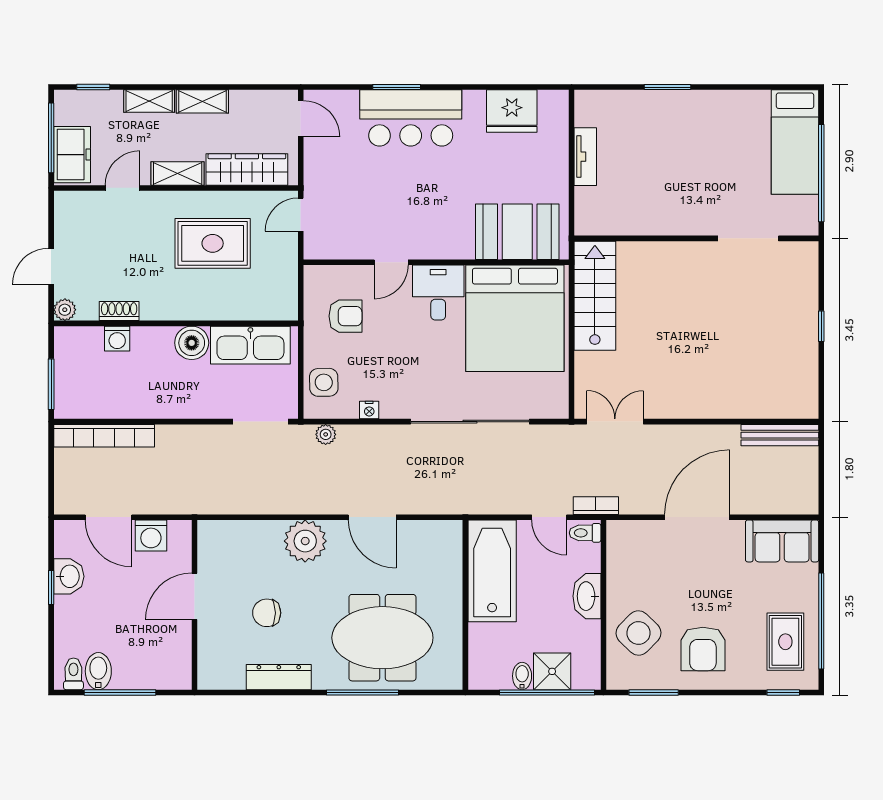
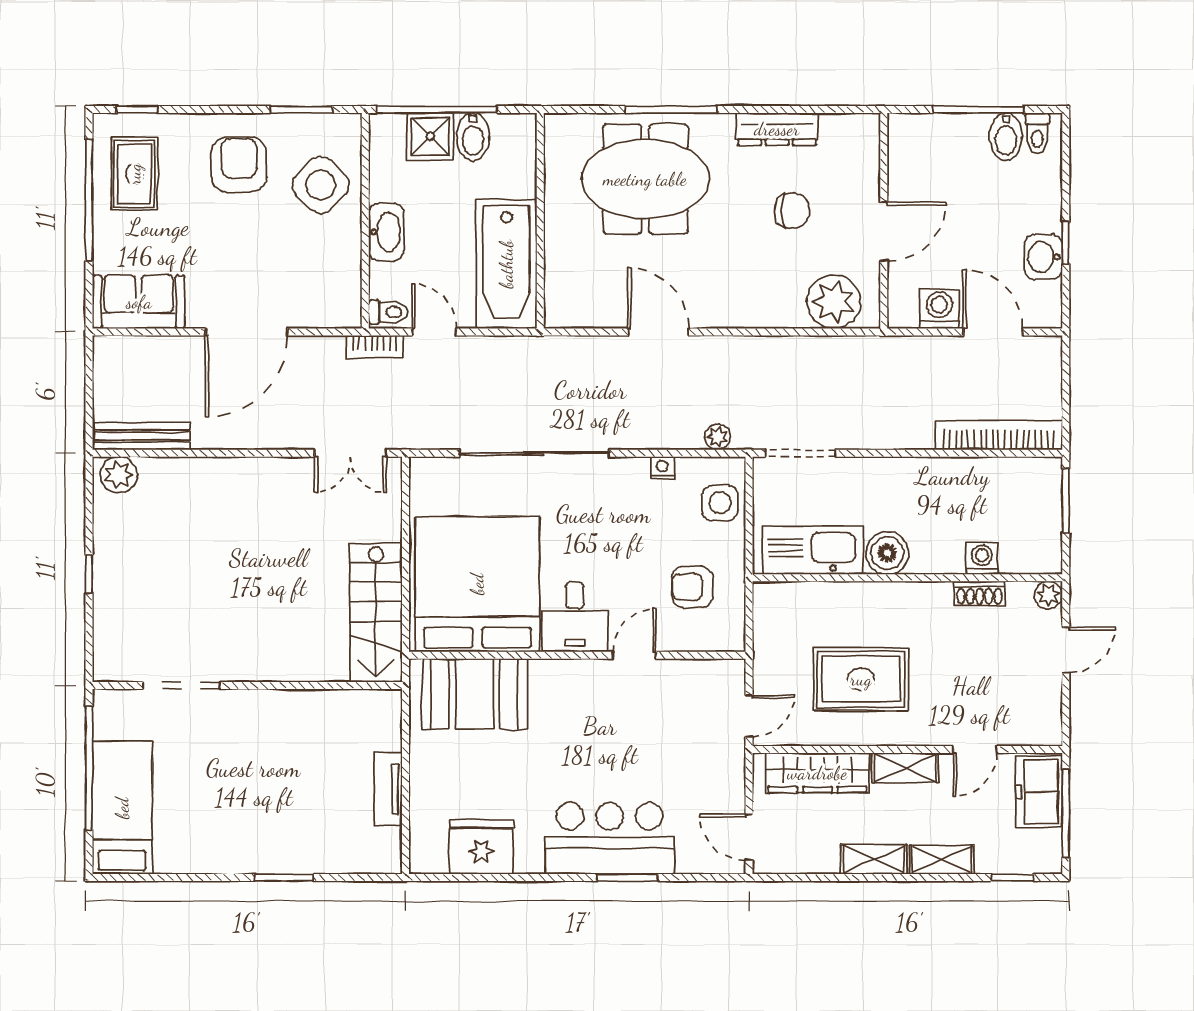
plant: (798, 405) -> (119, 475), added
plant: (305, 541) -> (834, 302), moved
bidet: (522, 676) -> (473, 137), width x1.38, depth x1.36

